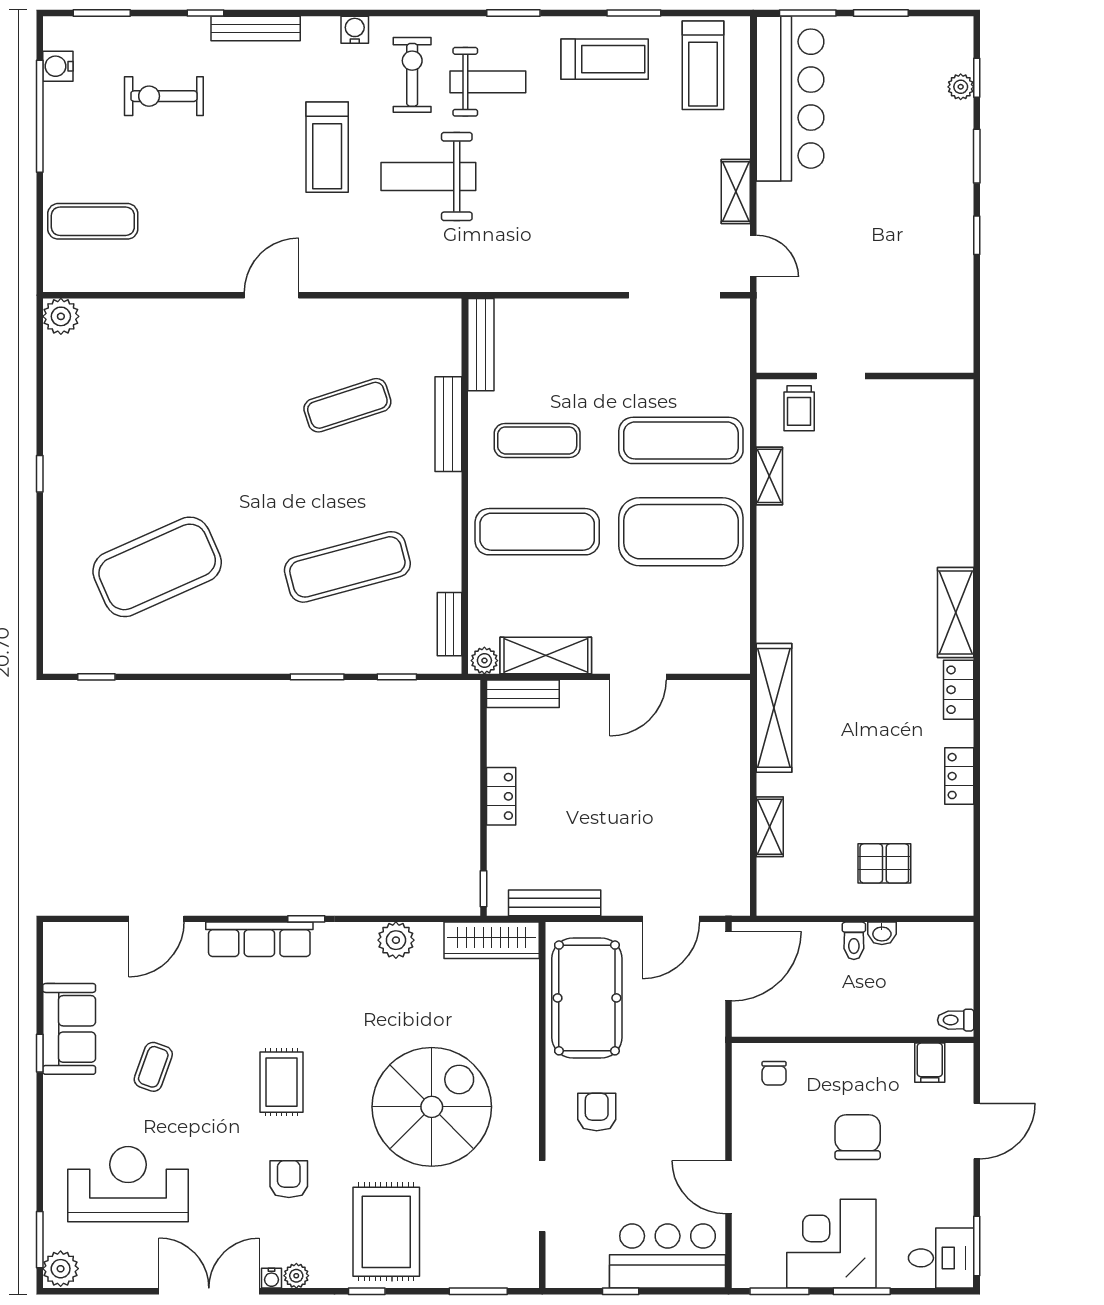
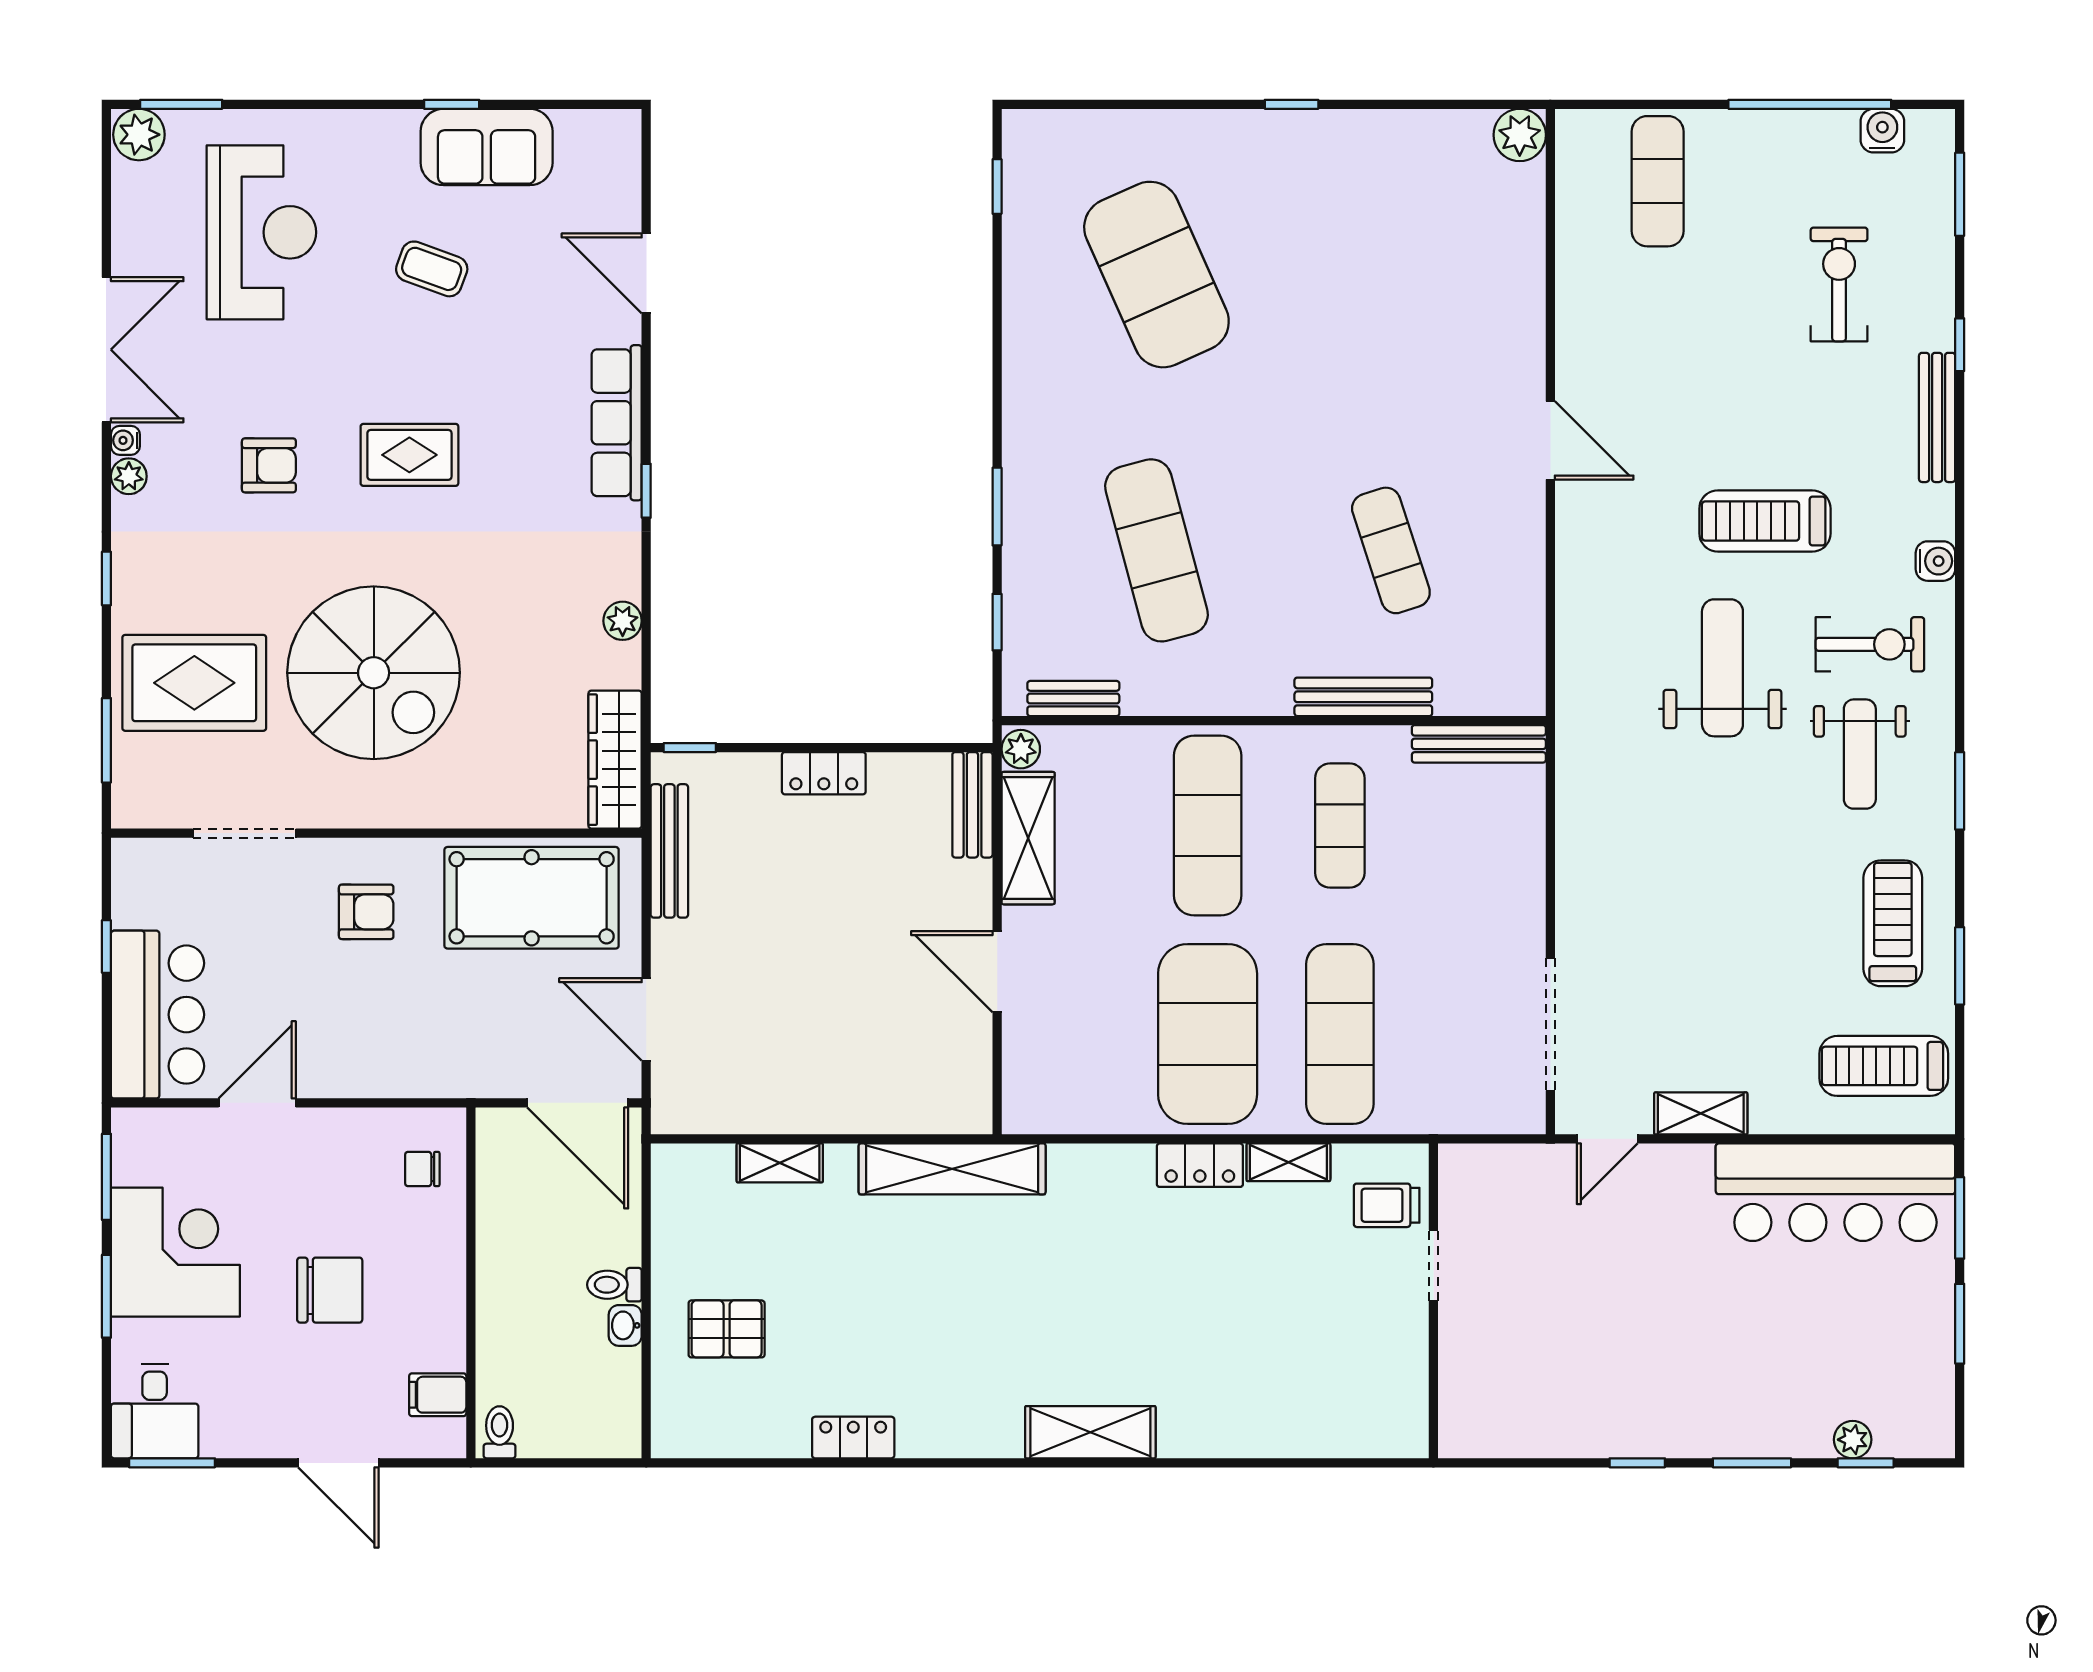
treadmill: (605, 59) -> (1893, 923), turned 180
locker: (959, 690) -> (1200, 1165), moved, turned 180
pallet: (884, 863) -> (727, 1329), turned 90
plant: (396, 940) -> (623, 621), width x0.73, depth x0.73
rug: (386, 1232) -> (194, 683), moved

